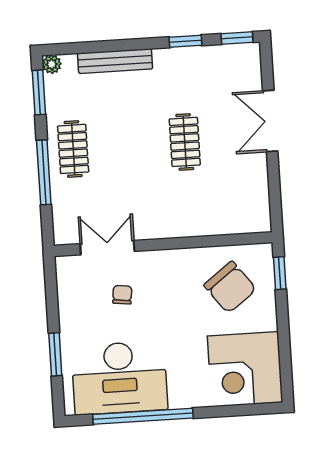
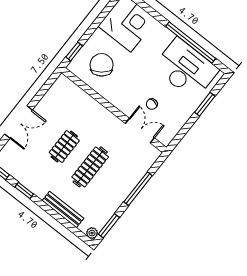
clothes rail: (73, 149) -> (90, 167), moved, width x1.36
double door: (107, 248) -> (140, 131), swing flipped

